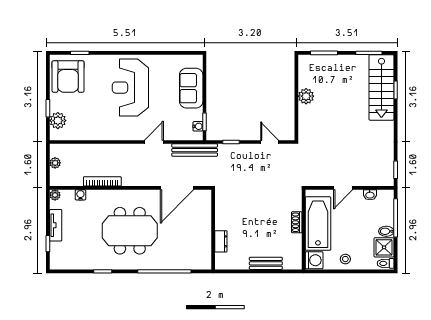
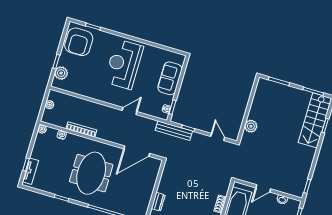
plant: (306, 96) -> (251, 126), moved
bench: (195, 150) -> (174, 131), moved
tv unit: (56, 225) -> (30, 171), moved
meeting table: (130, 231) -> (91, 173), turned 90

